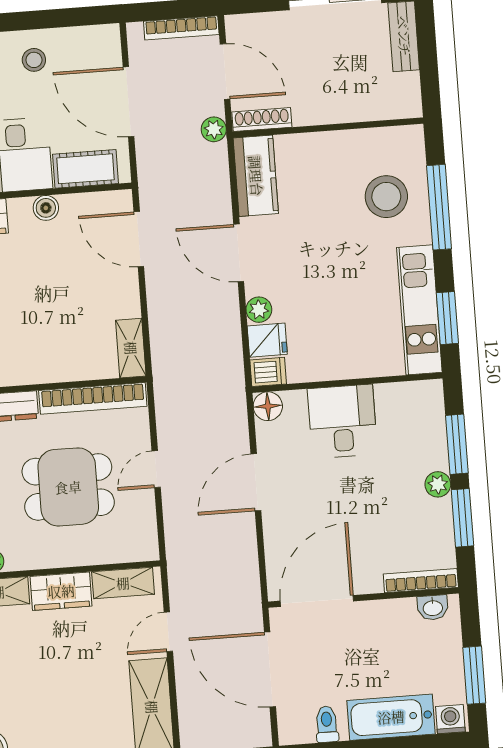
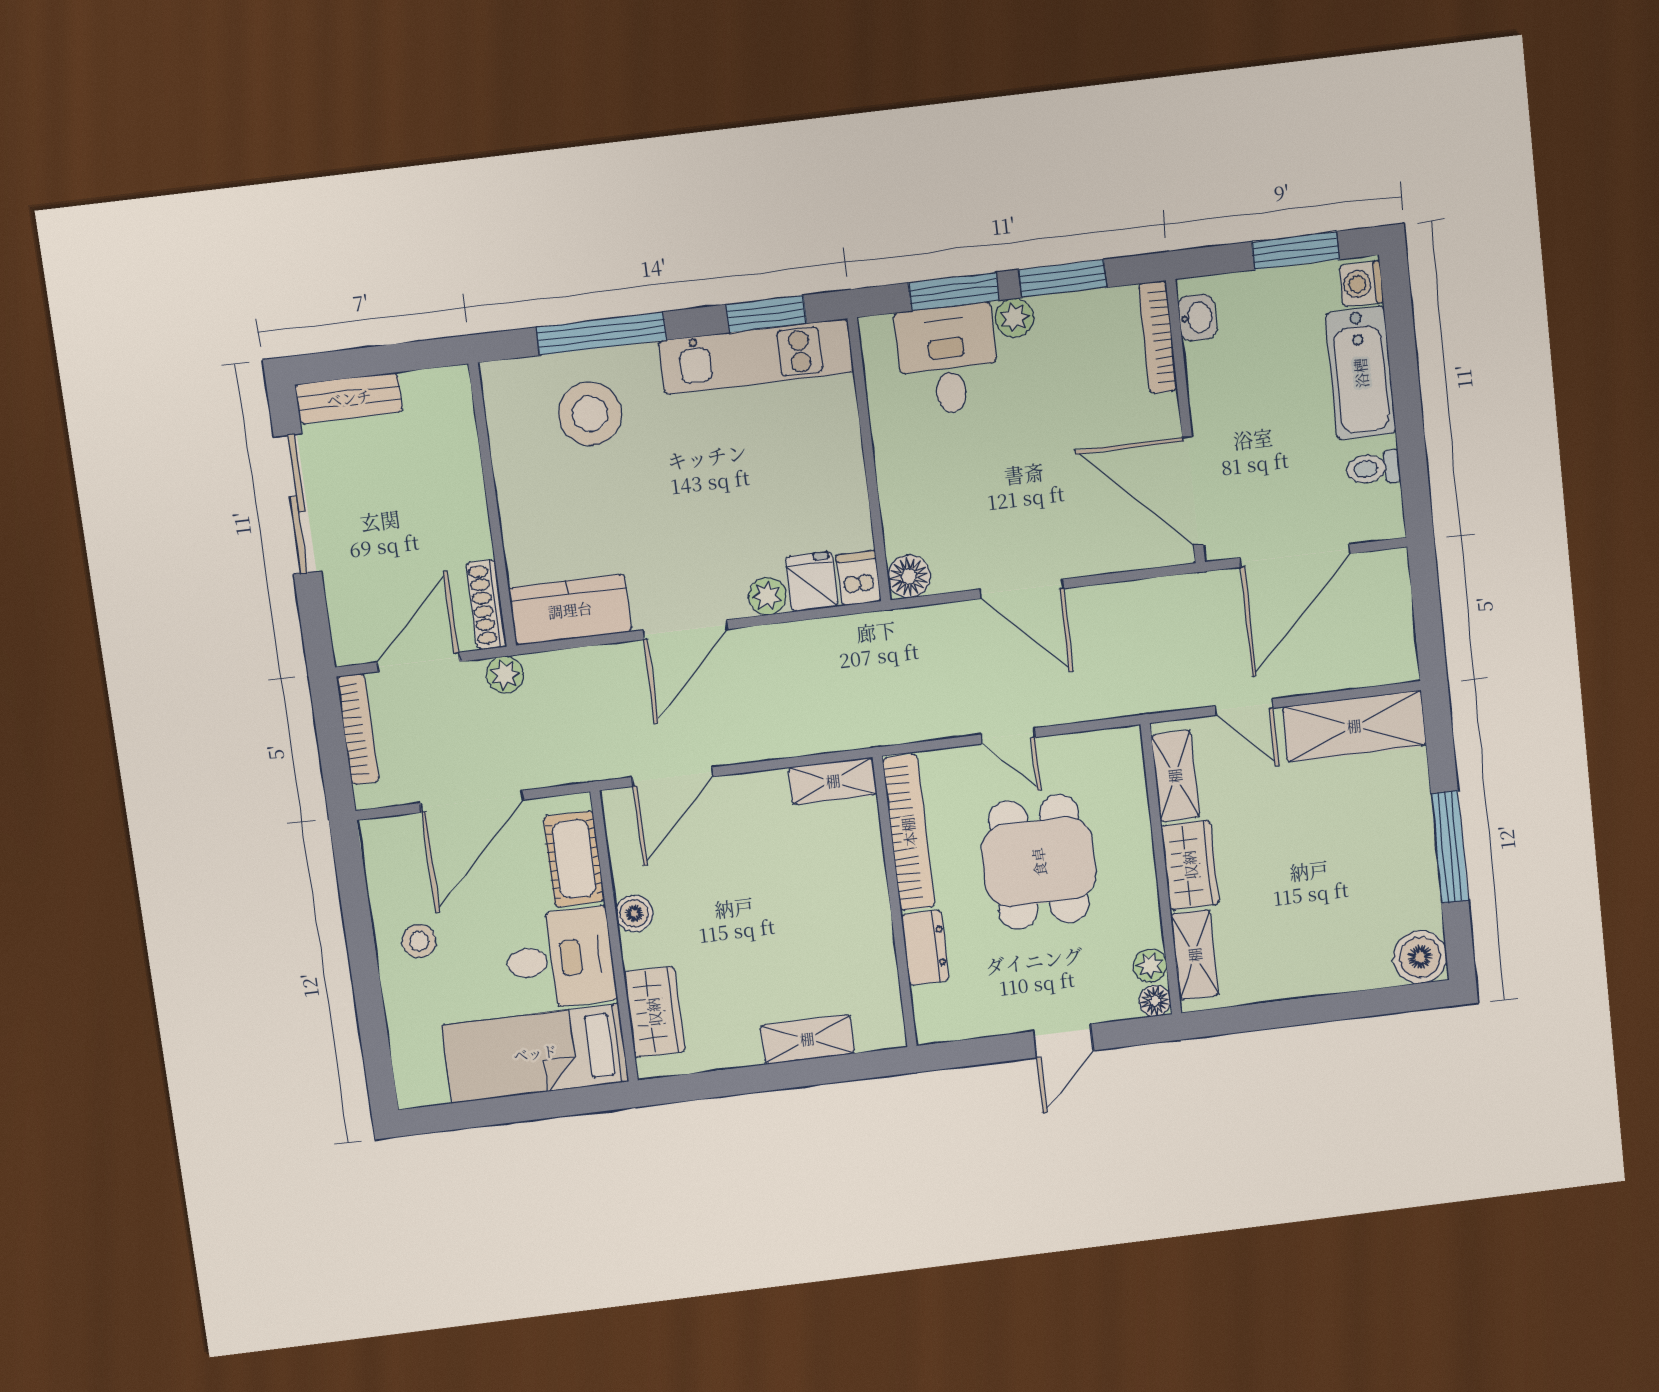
desk: (342, 421) -> (948, 360), moved, turned 90

